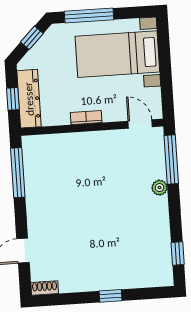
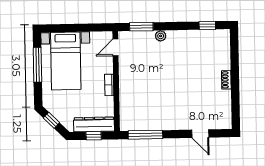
window: (89, 16) -> (37, 65), moved
window: (171, 160) -> (141, 27), width x0.69
shoe rack: (45, 288) -> (226, 80), moved
window: (110, 296) -> (235, 74), removed

